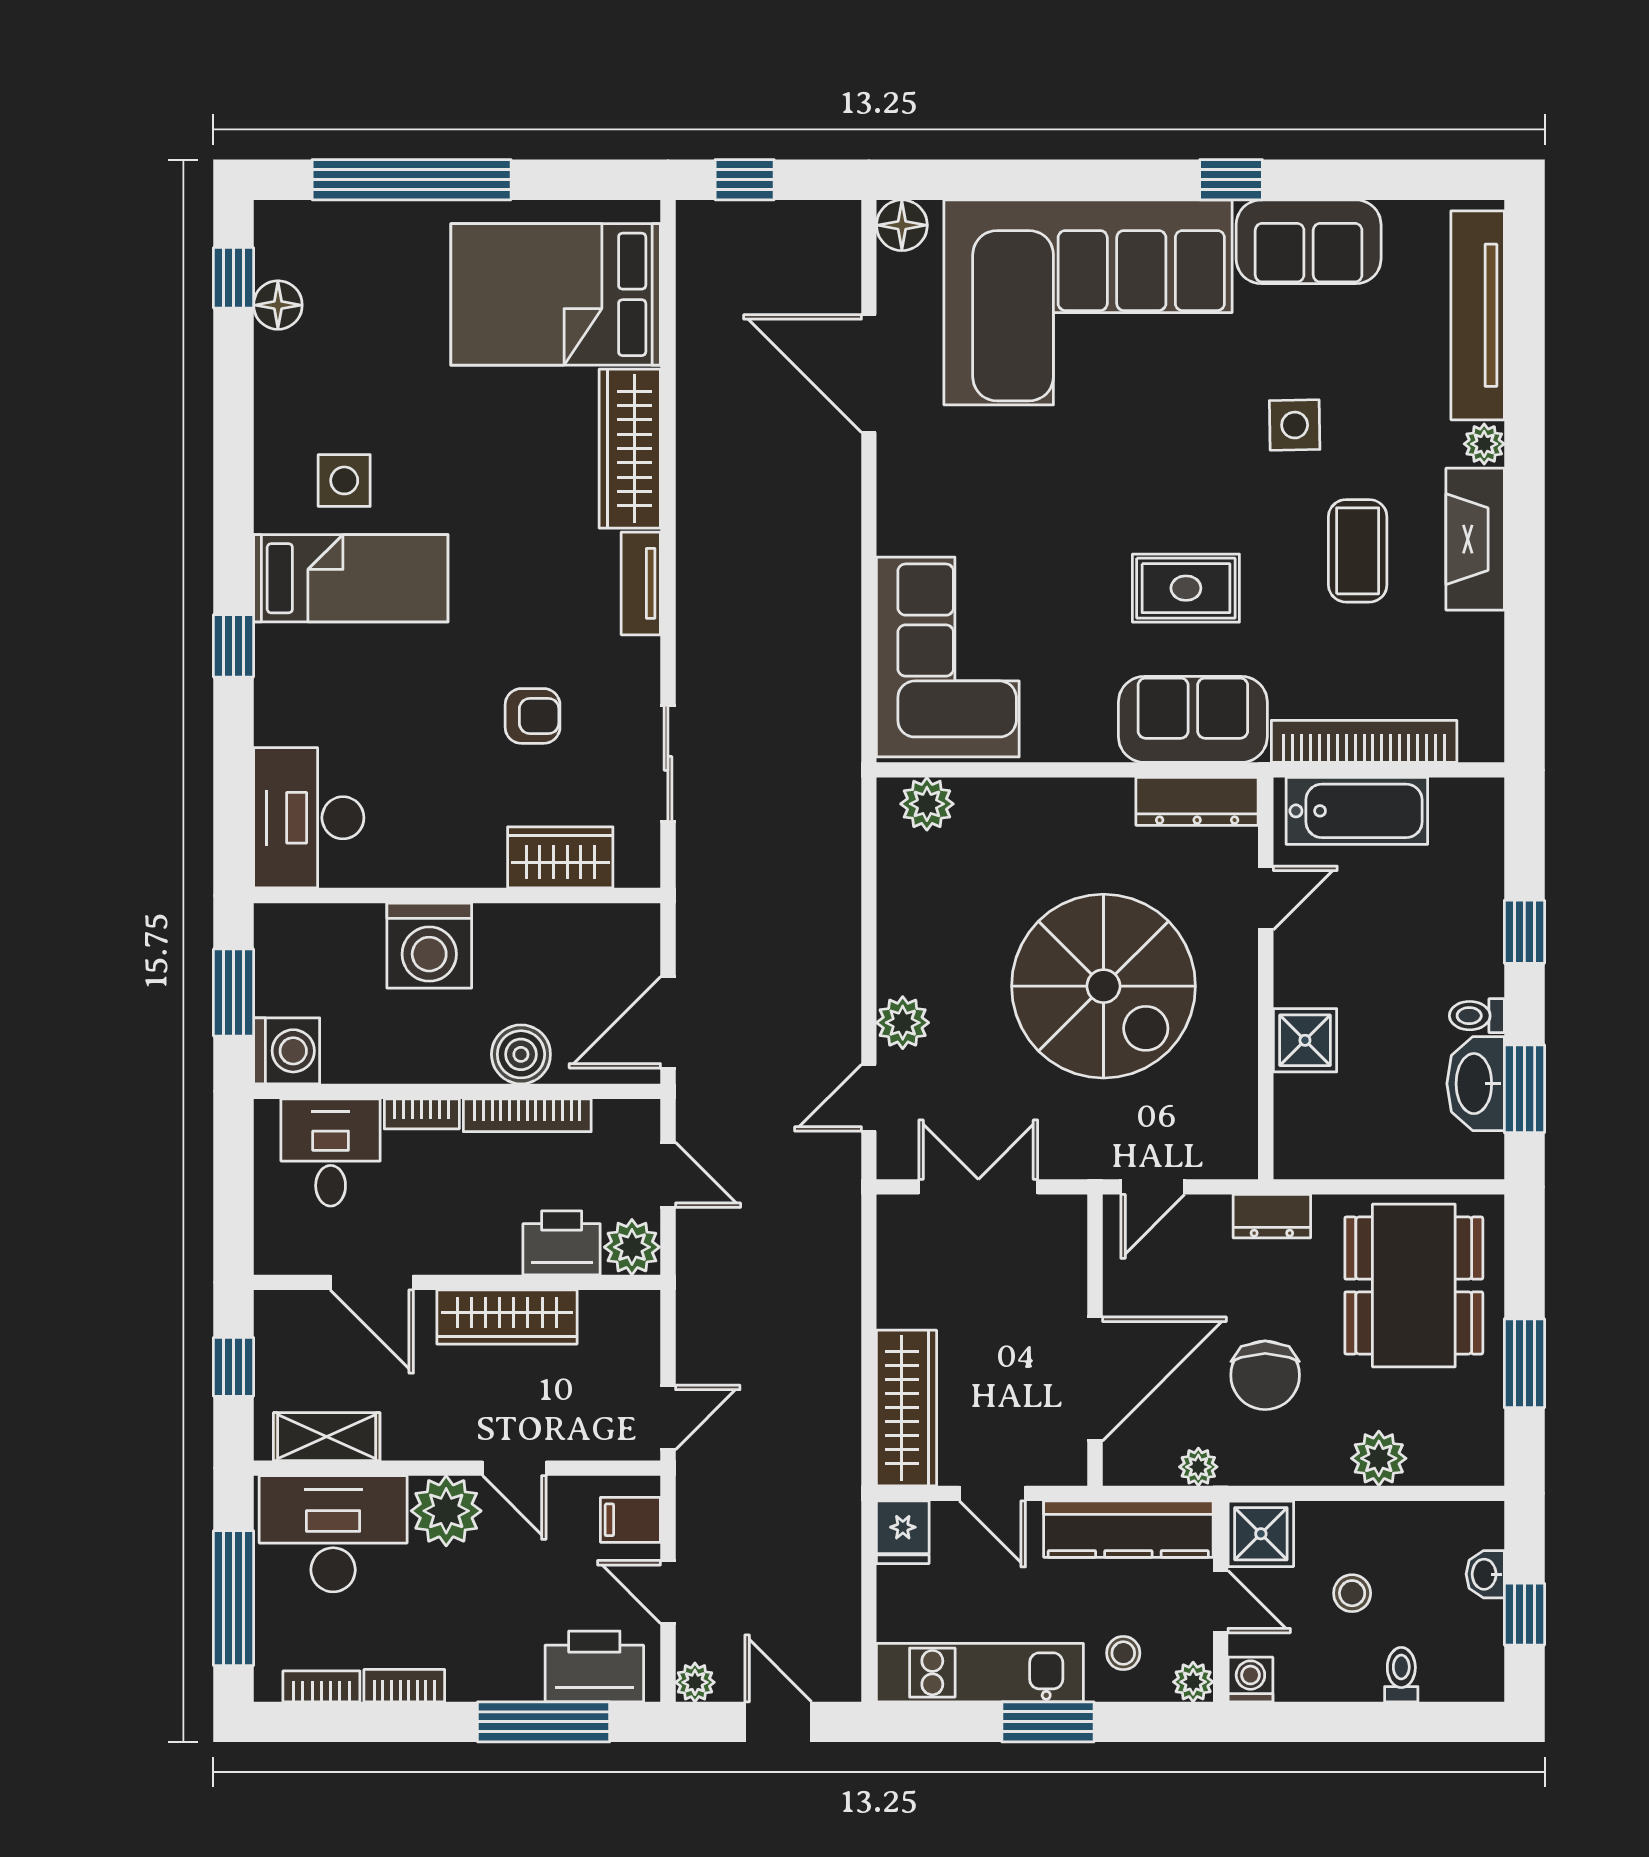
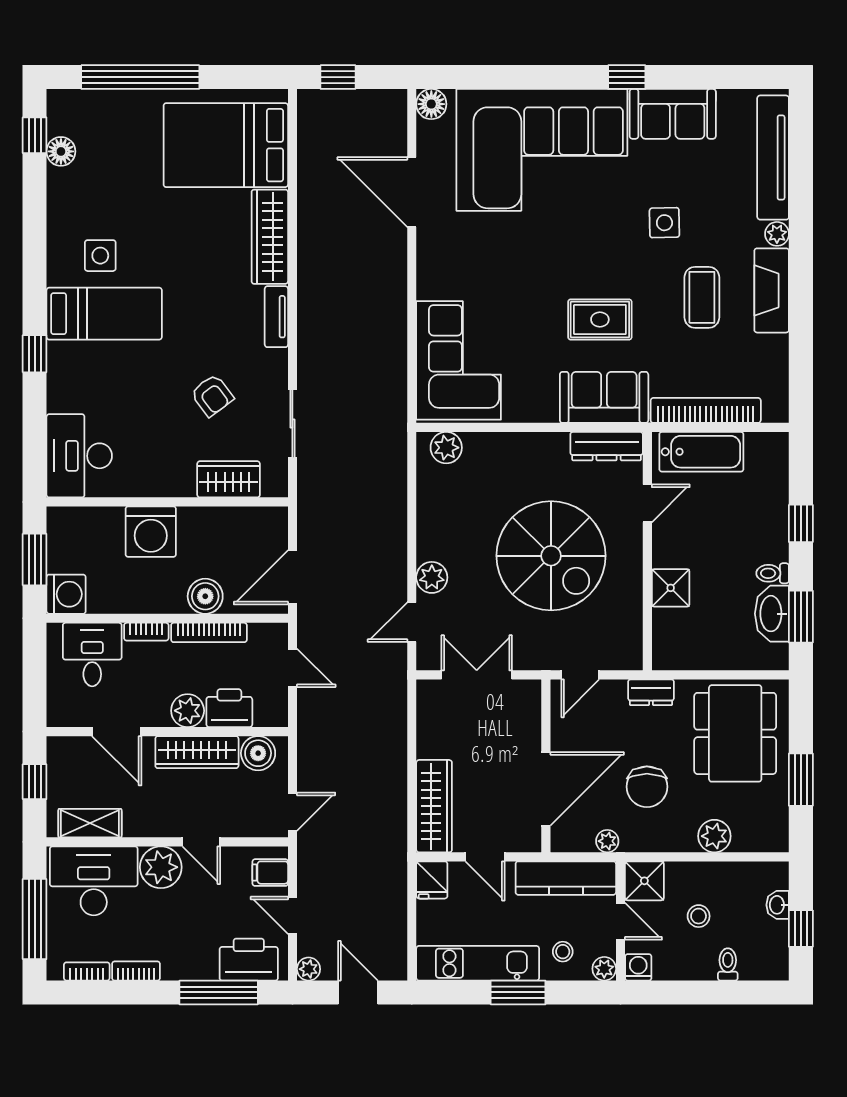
armchair: (533, 716) -> (212, 395), turned 53
plant: (632, 1247) -> (188, 711), moved
boiler: (610, 1319) -> (258, 753), added

